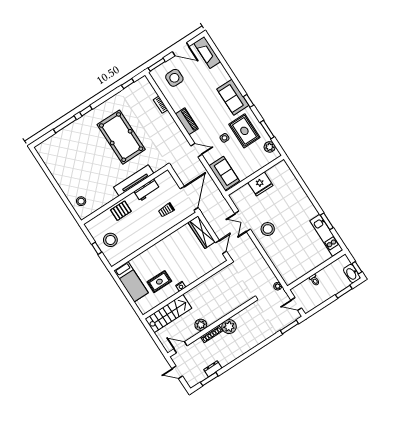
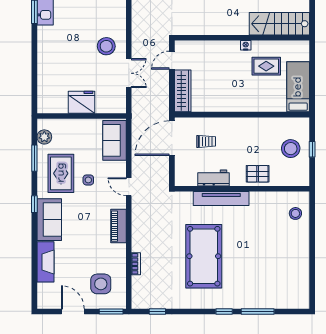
fireplace: (207, 52) -> (45, 262), moved

